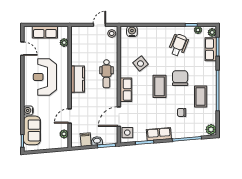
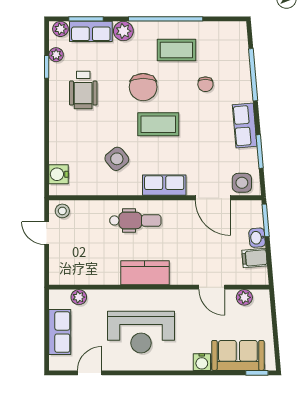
wheelchair: (178, 45) -> (83, 90), turned -112
chair: (180, 78) -> (143, 87), turned -90
plant: (211, 129) -> (123, 31), moved

